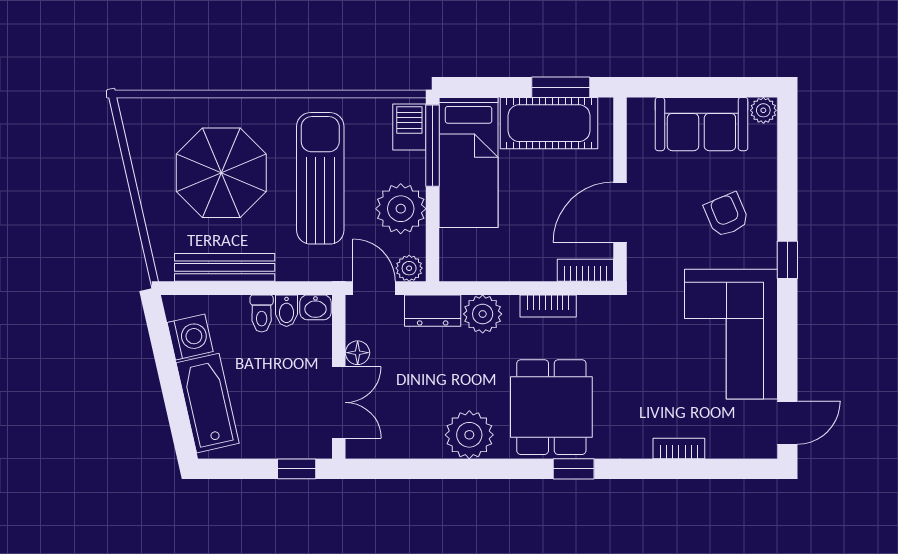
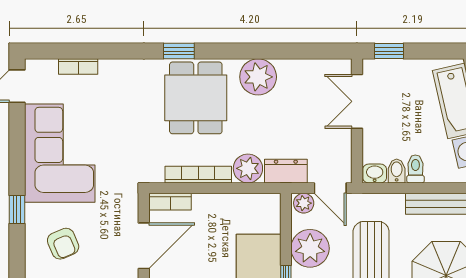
bookcase: (548, 306) -> (198, 175), width x1.56
floor lamp: (358, 353) -> (343, 139), removed
bookcase: (679, 449) -> (78, 66), moved

